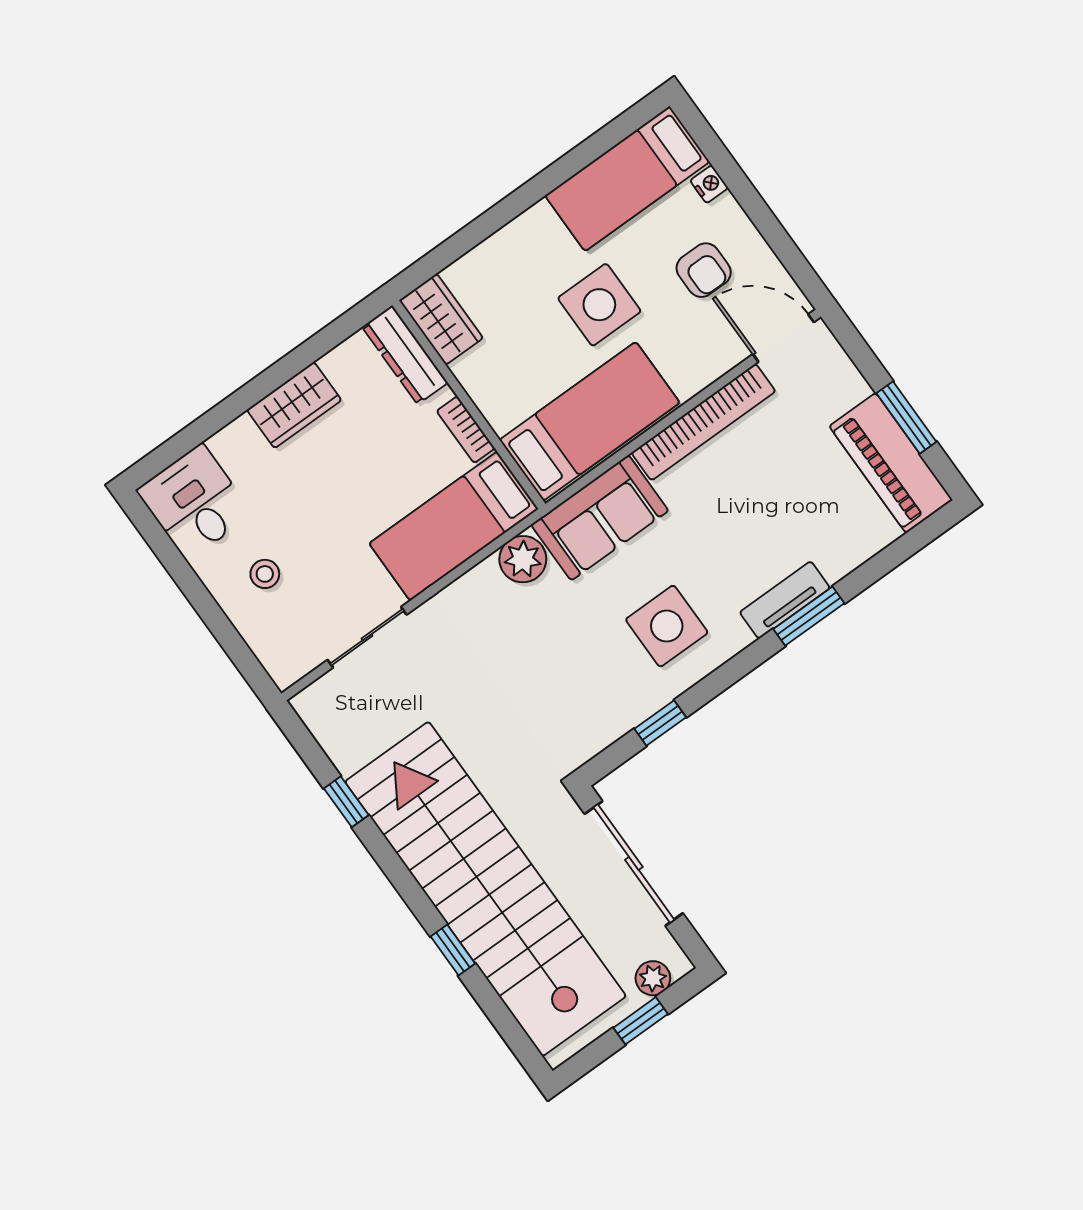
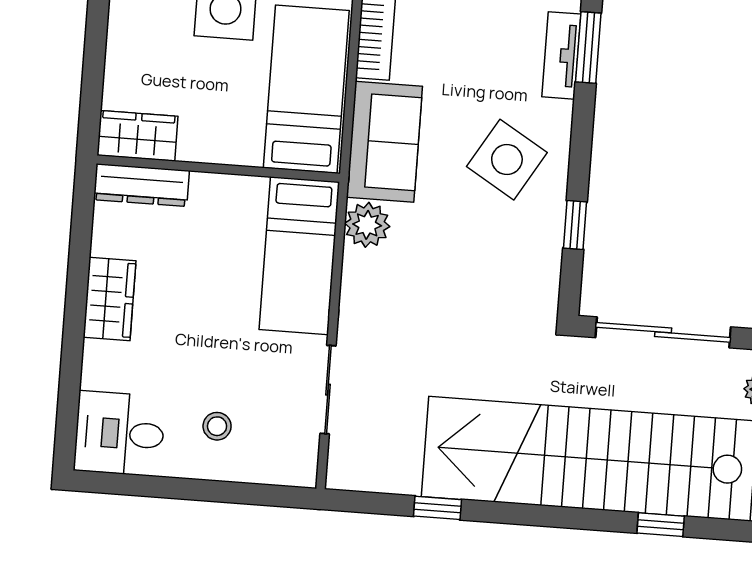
bookcase: (466, 430) -> (235, 186), removed
side table: (667, 626) -> (507, 160), turned 31
window: (453, 950) -> (661, 525), moved

